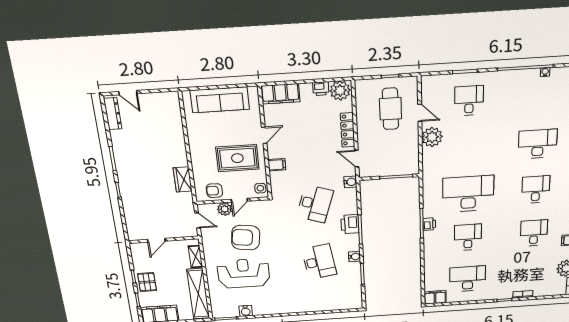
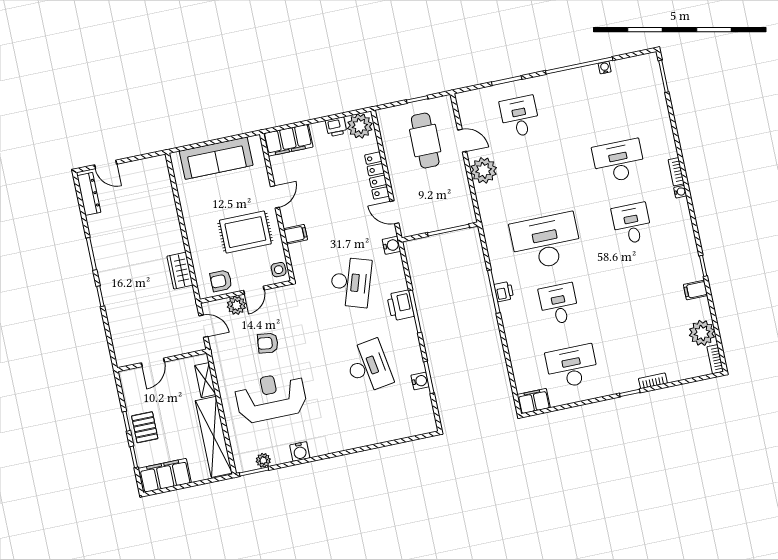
desk: (534, 233) -> (645, 286), removed
armchair: (246, 238) -> (268, 343), width x0.53, depth x0.53
water cooler: (355, 257) -> (420, 381), moved
water cooler: (246, 311) -> (300, 451), moved
plant: (233, 312) -> (263, 460), added

